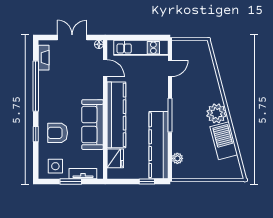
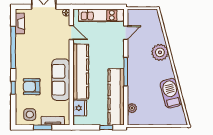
plant: (216, 113) -> (160, 52), moved

